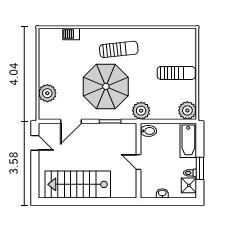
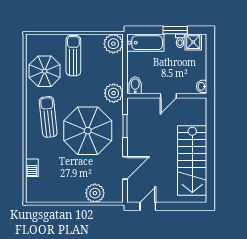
parasol: (162, 46) -> (45, 71), added
door: (71, 121) -> (125, 168), hinge flipped
washbasin: (162, 193) -> (202, 86), moved

